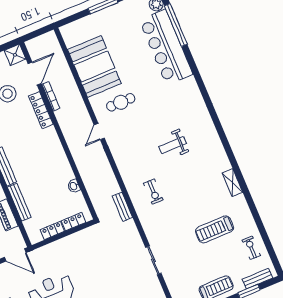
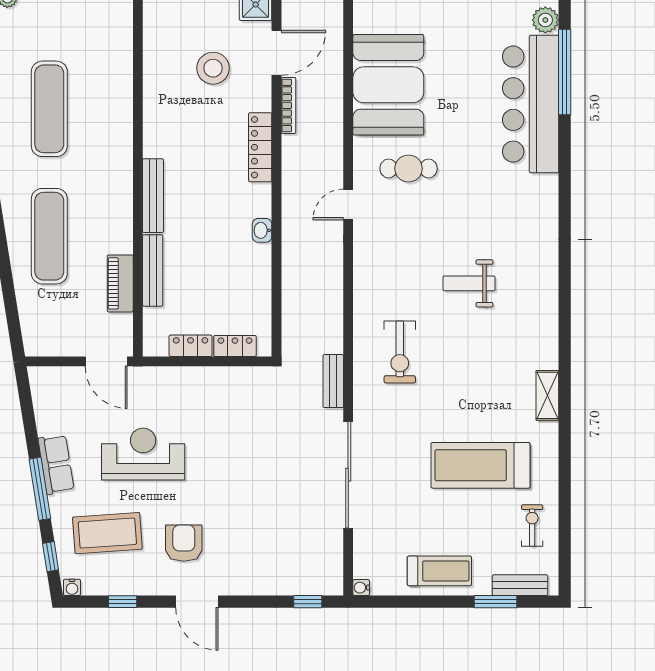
locker: (41, 110) -> (260, 147), moved
washbasin: (74, 186) -> (262, 230), moved
exercise bike: (153, 192) -> (400, 352), width x1.38, depth x1.39
bench: (122, 207) -> (333, 381), moved
treadmill: (215, 229) -> (481, 465), width x1.37, depth x1.38
sliding door: (153, 260) -> (348, 475), width x1.86

